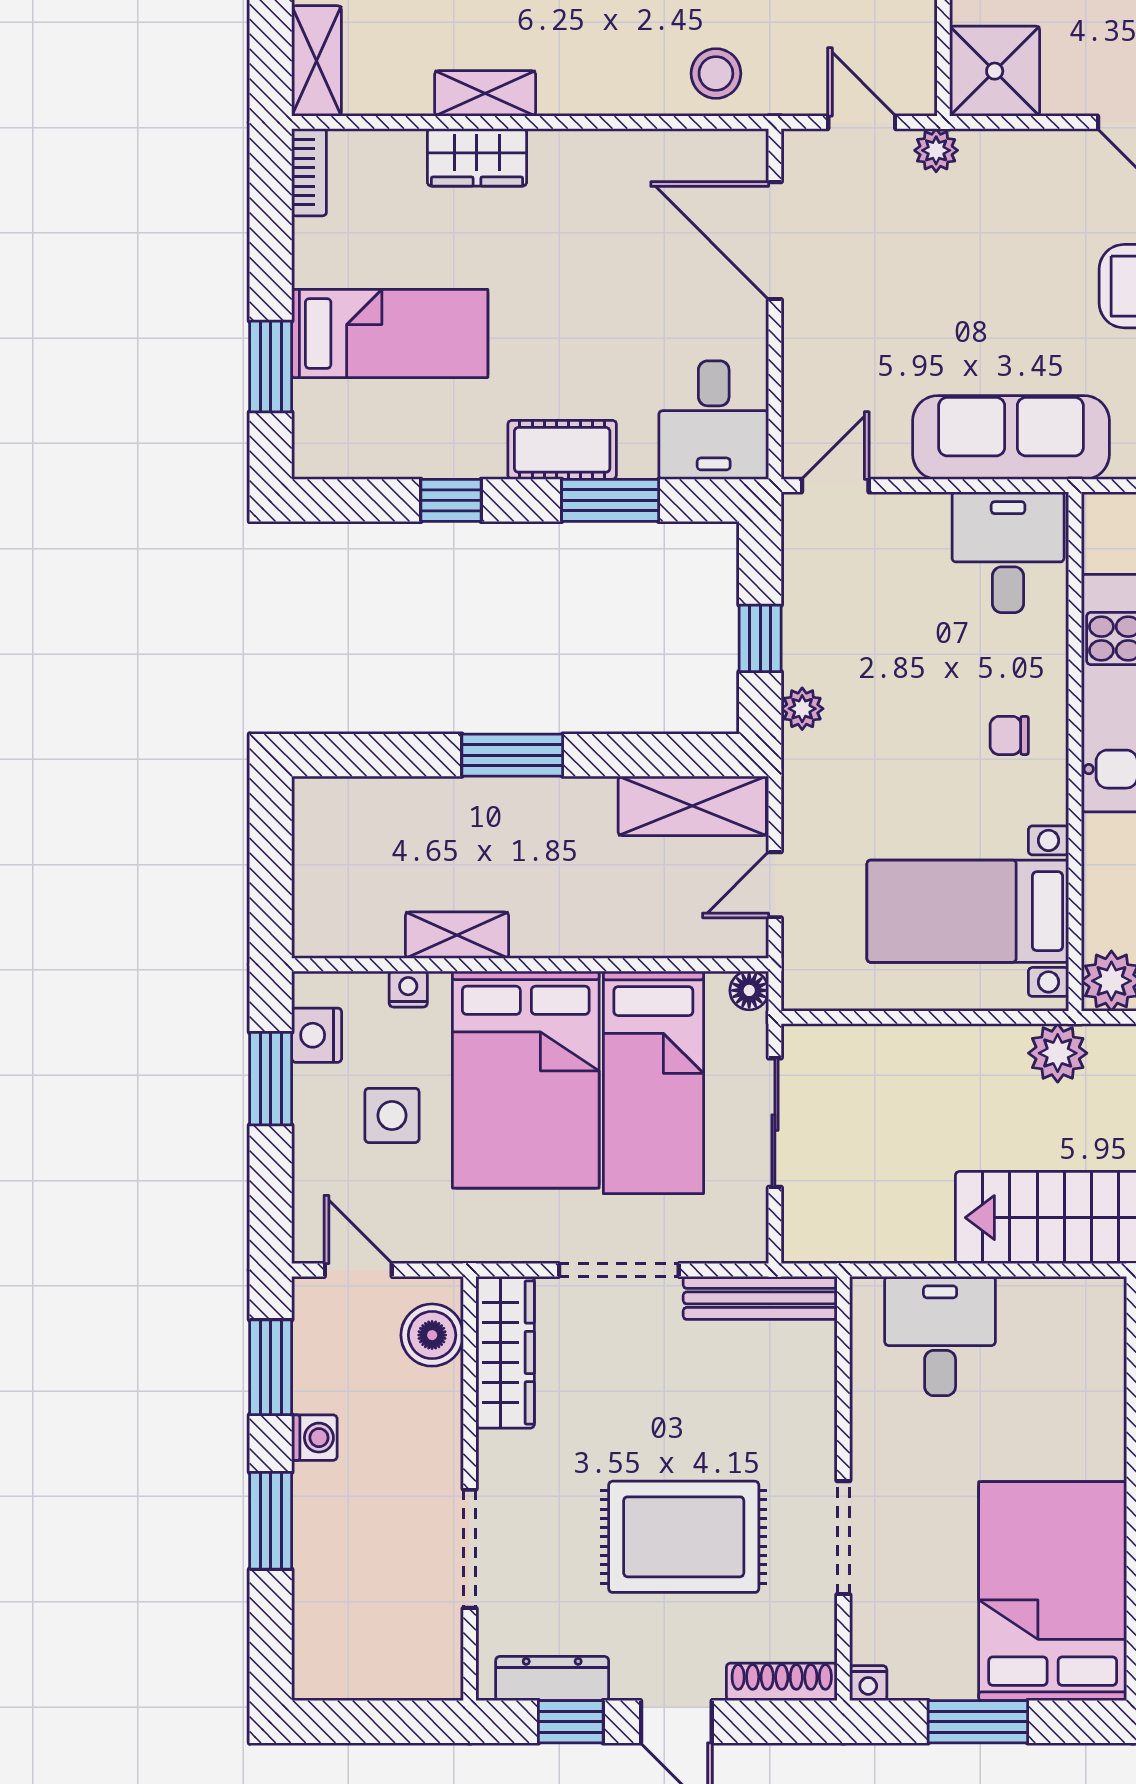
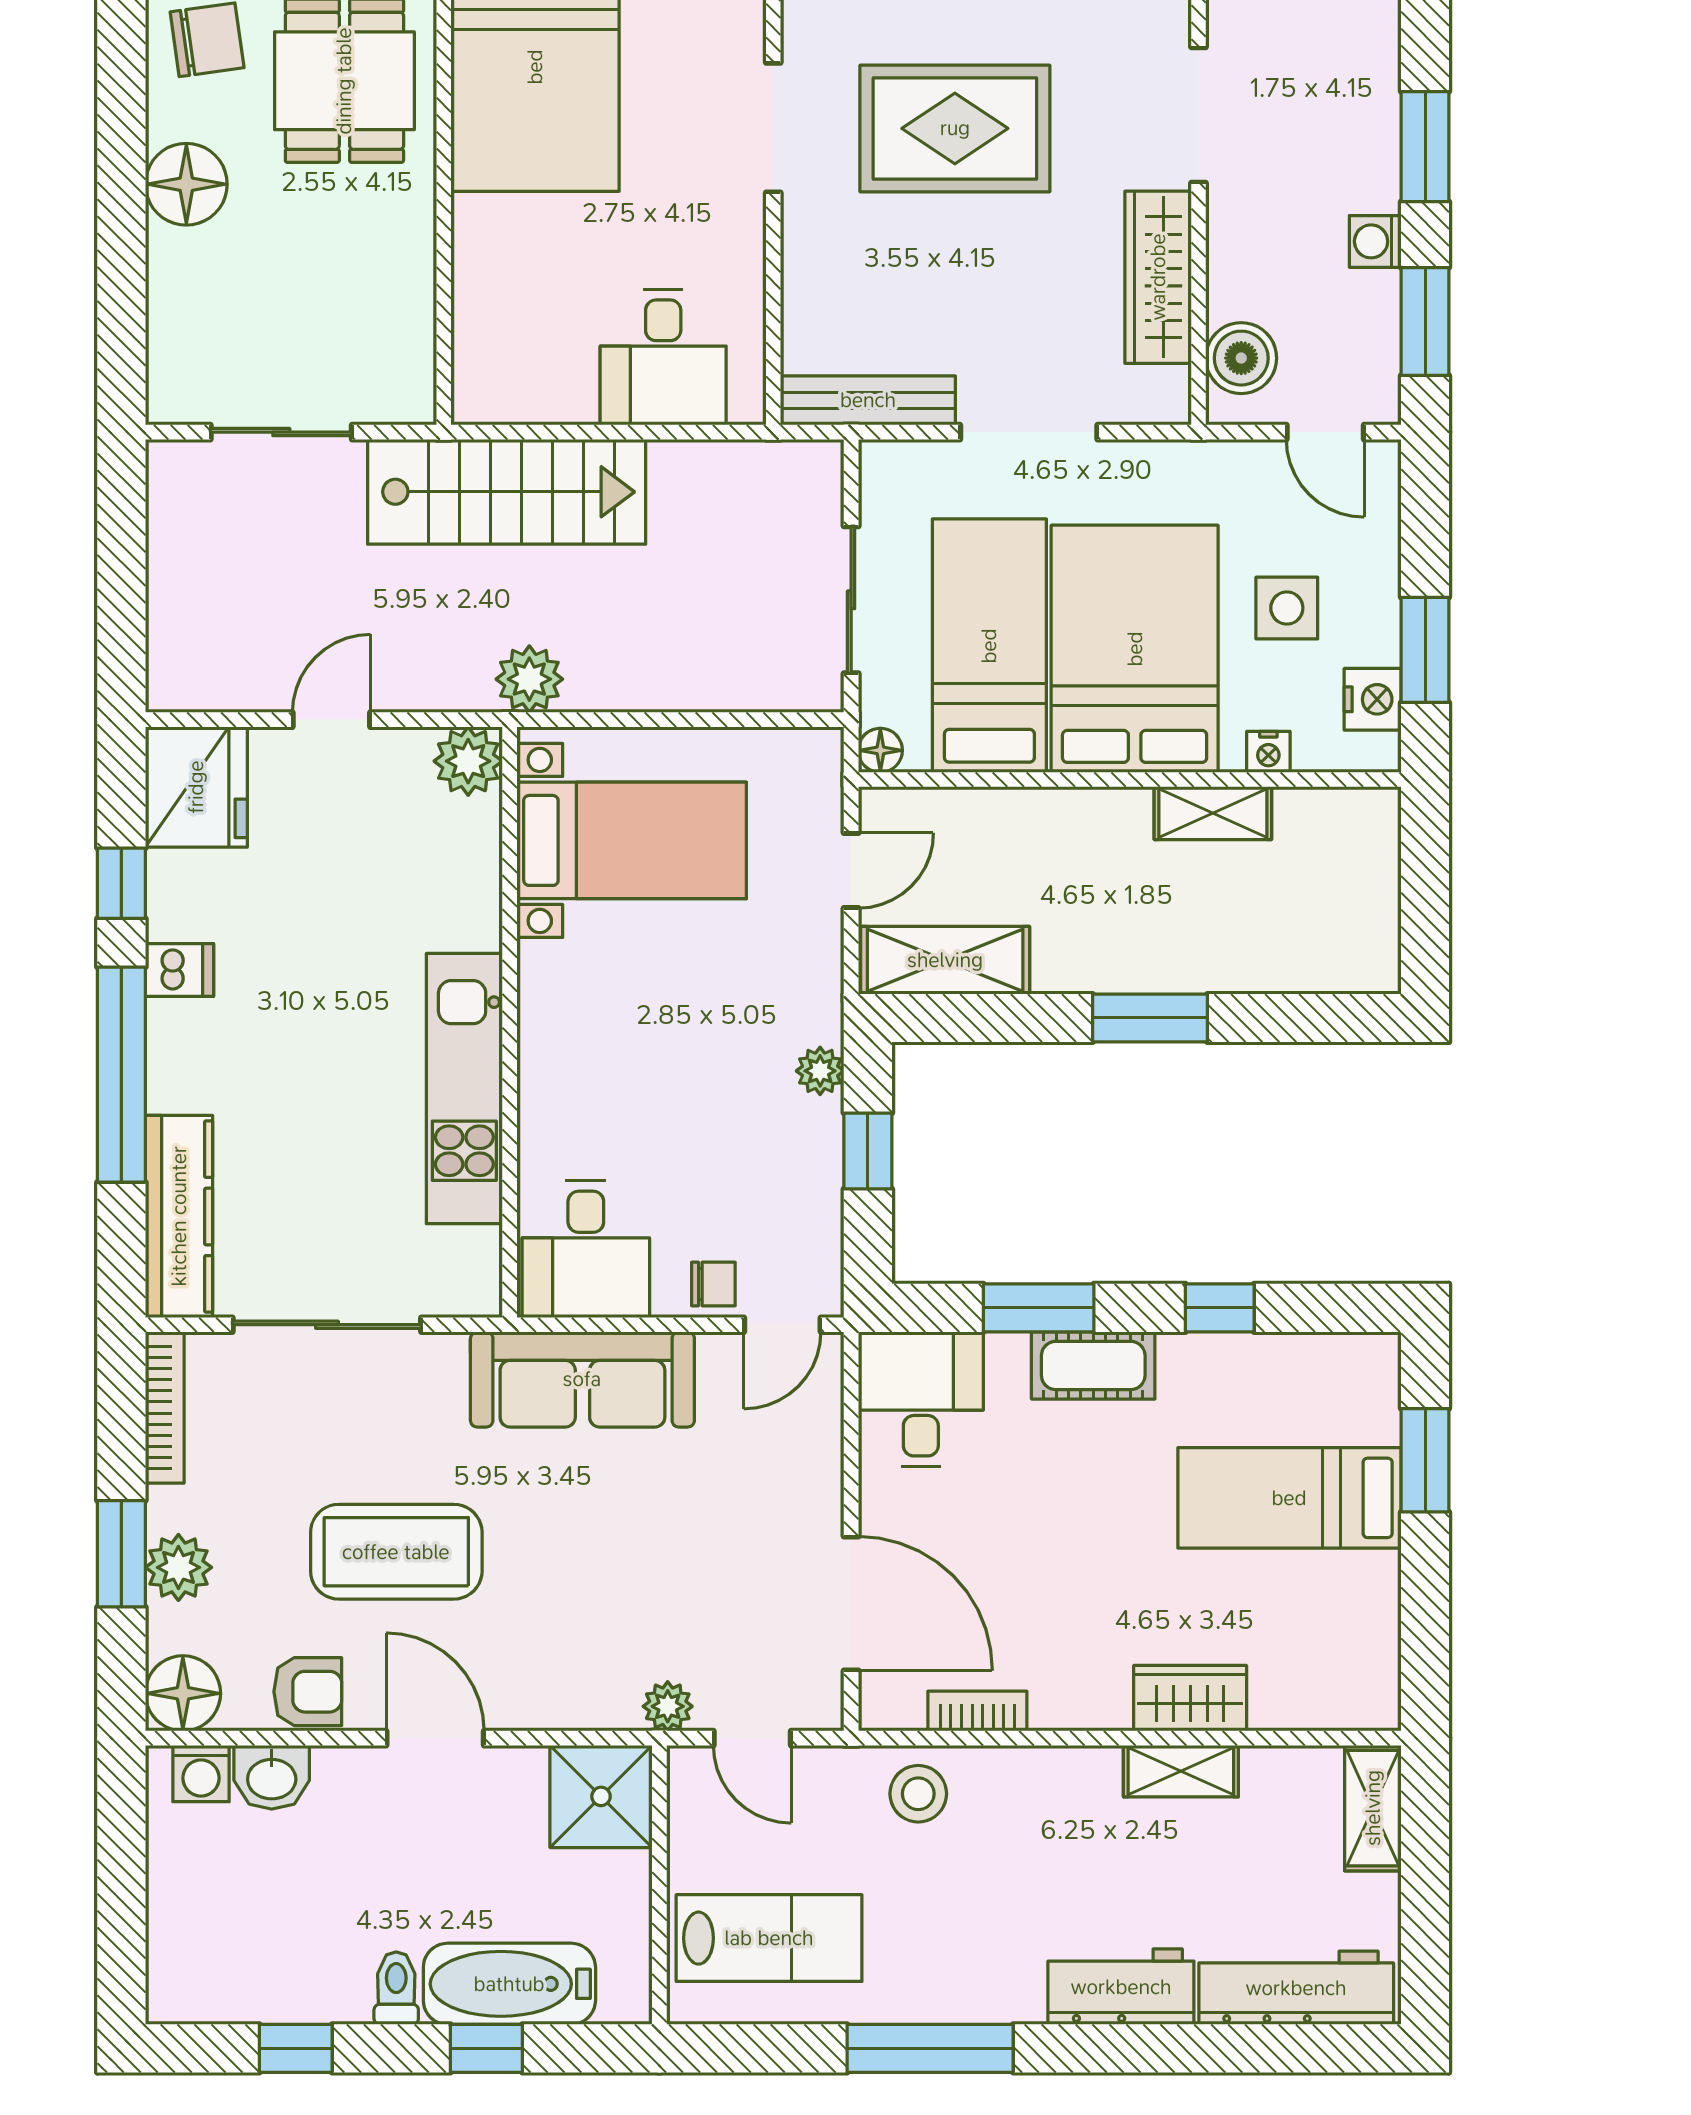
bookcase: (309, 172) -> (977, 1711), moved, turned 90
chair: (1009, 735) -> (713, 1284), moved
wardrobe: (505, 1352) -> (1158, 277), moved

